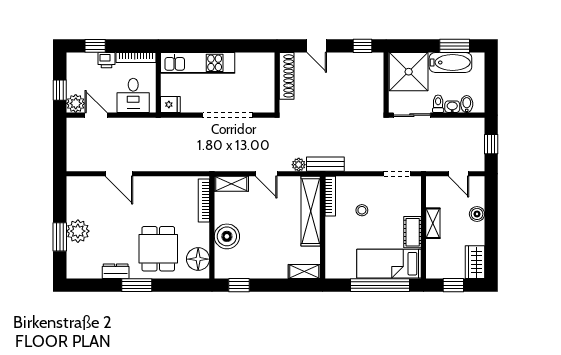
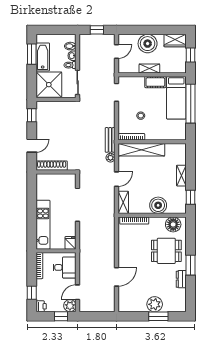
printer: (106, 60) -> (41, 306), moved
boiler: (477, 214) -> (148, 44), width x1.86, depth x1.86
shelving: (304, 272) -> (181, 176), moved

